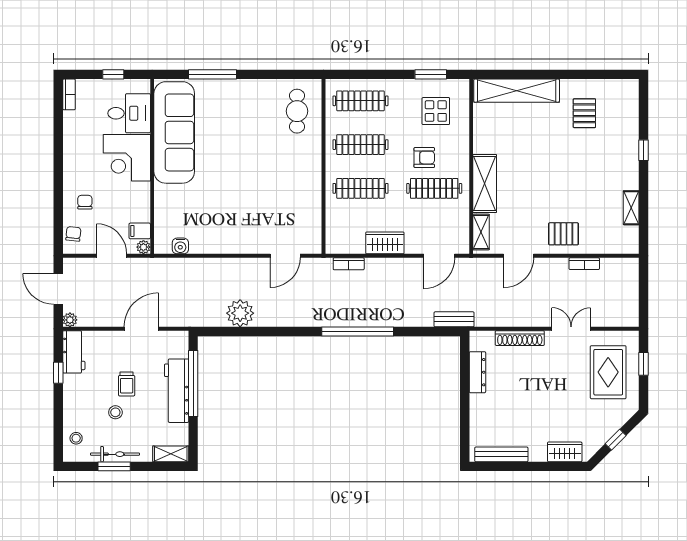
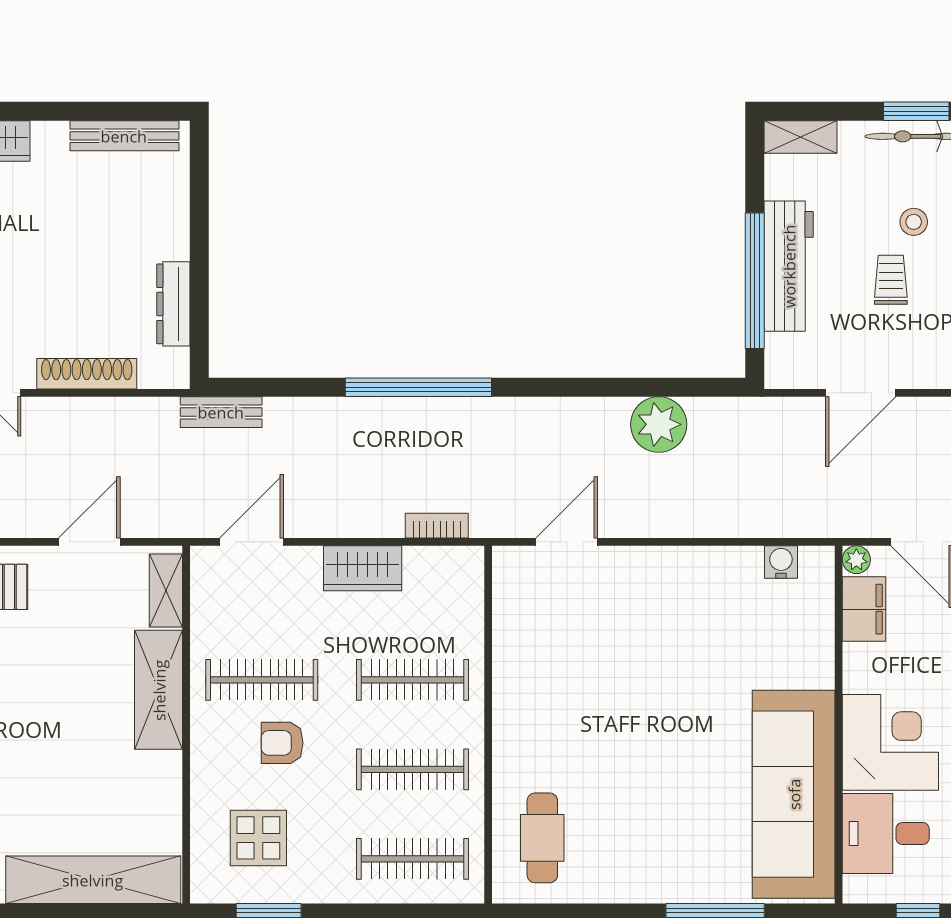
filing cabinet: (140, 231) -> (864, 609), width x2.00

